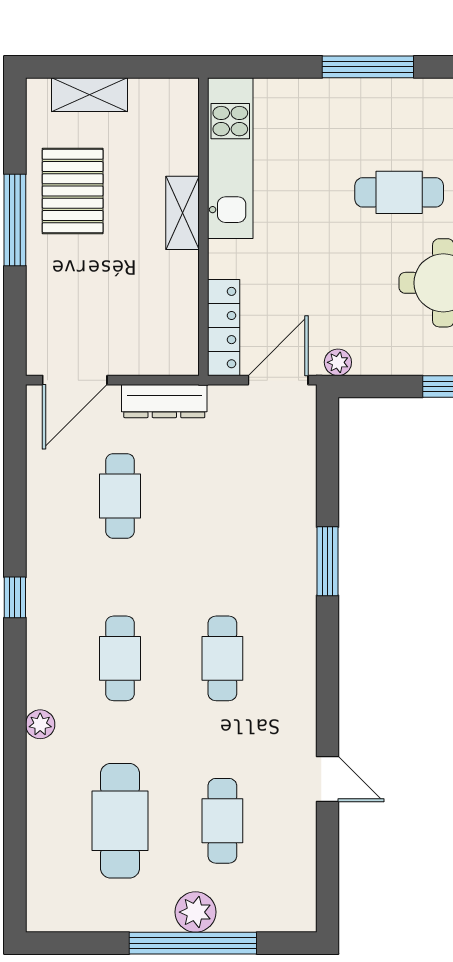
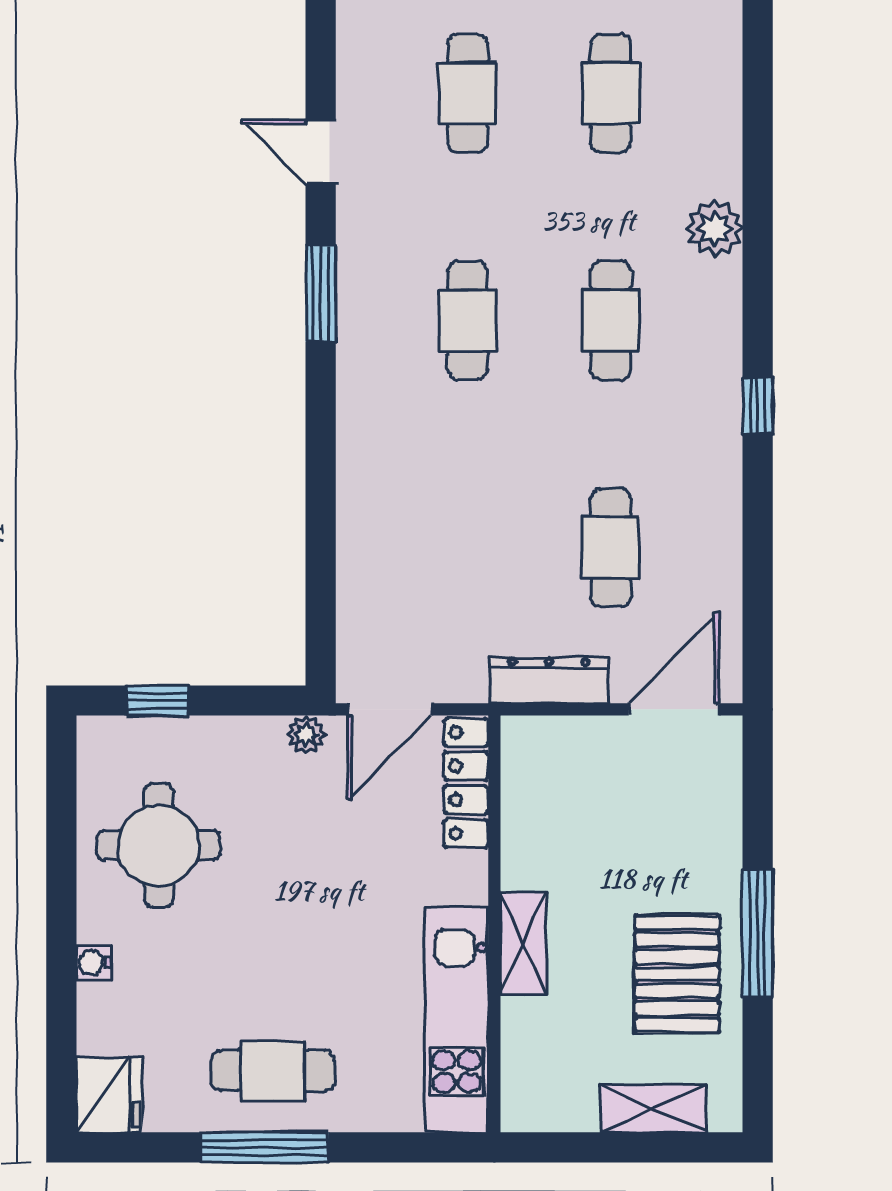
cafe table: (399, 192) -> (273, 1071), moved
window: (327, 561) -> (321, 294), moved
plant: (40, 724) -> (715, 228), width x1.38, depth x1.38
cafe table: (120, 821) -> (611, 93), width x0.73, depth x0.74

